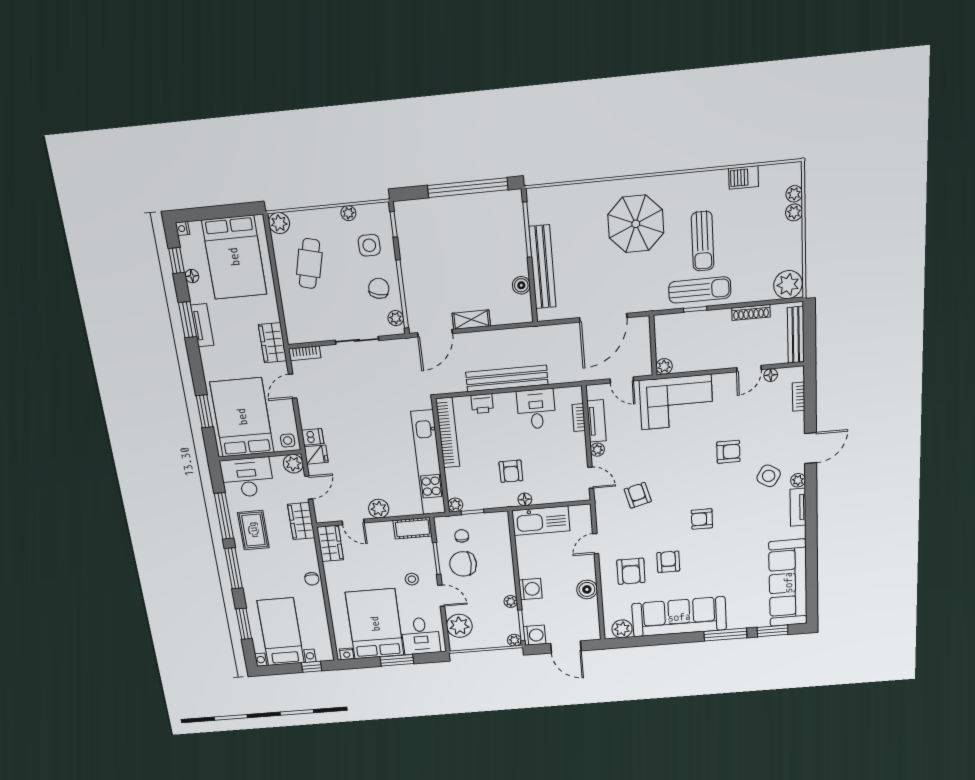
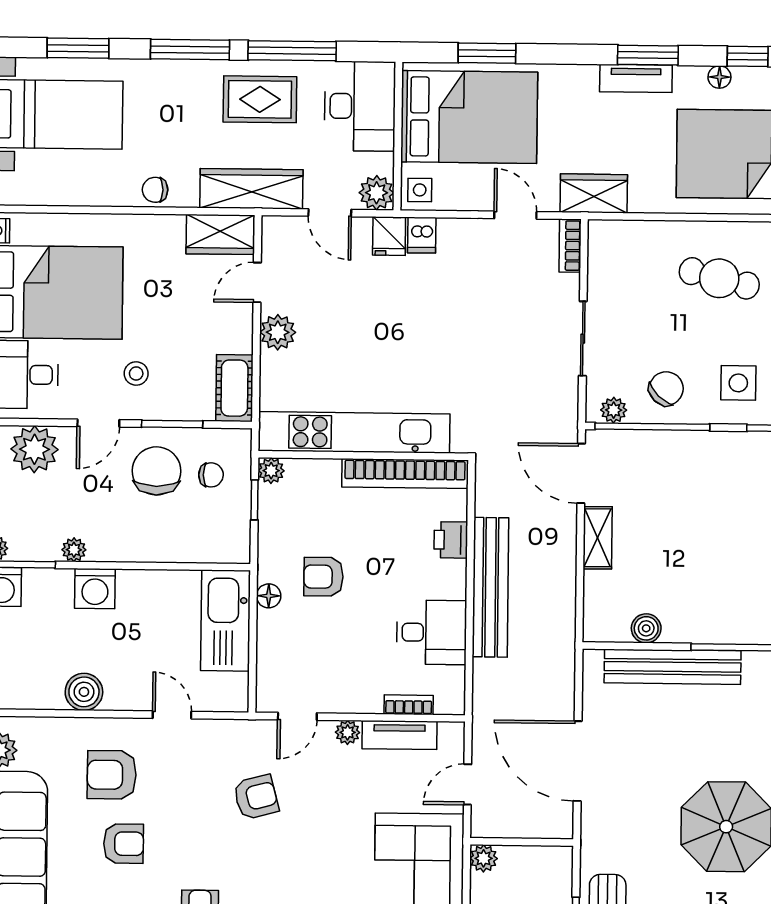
chair: (379, 288) -> (666, 389), turned -60
wardrobe: (301, 521) -> (251, 189), width x1.50

